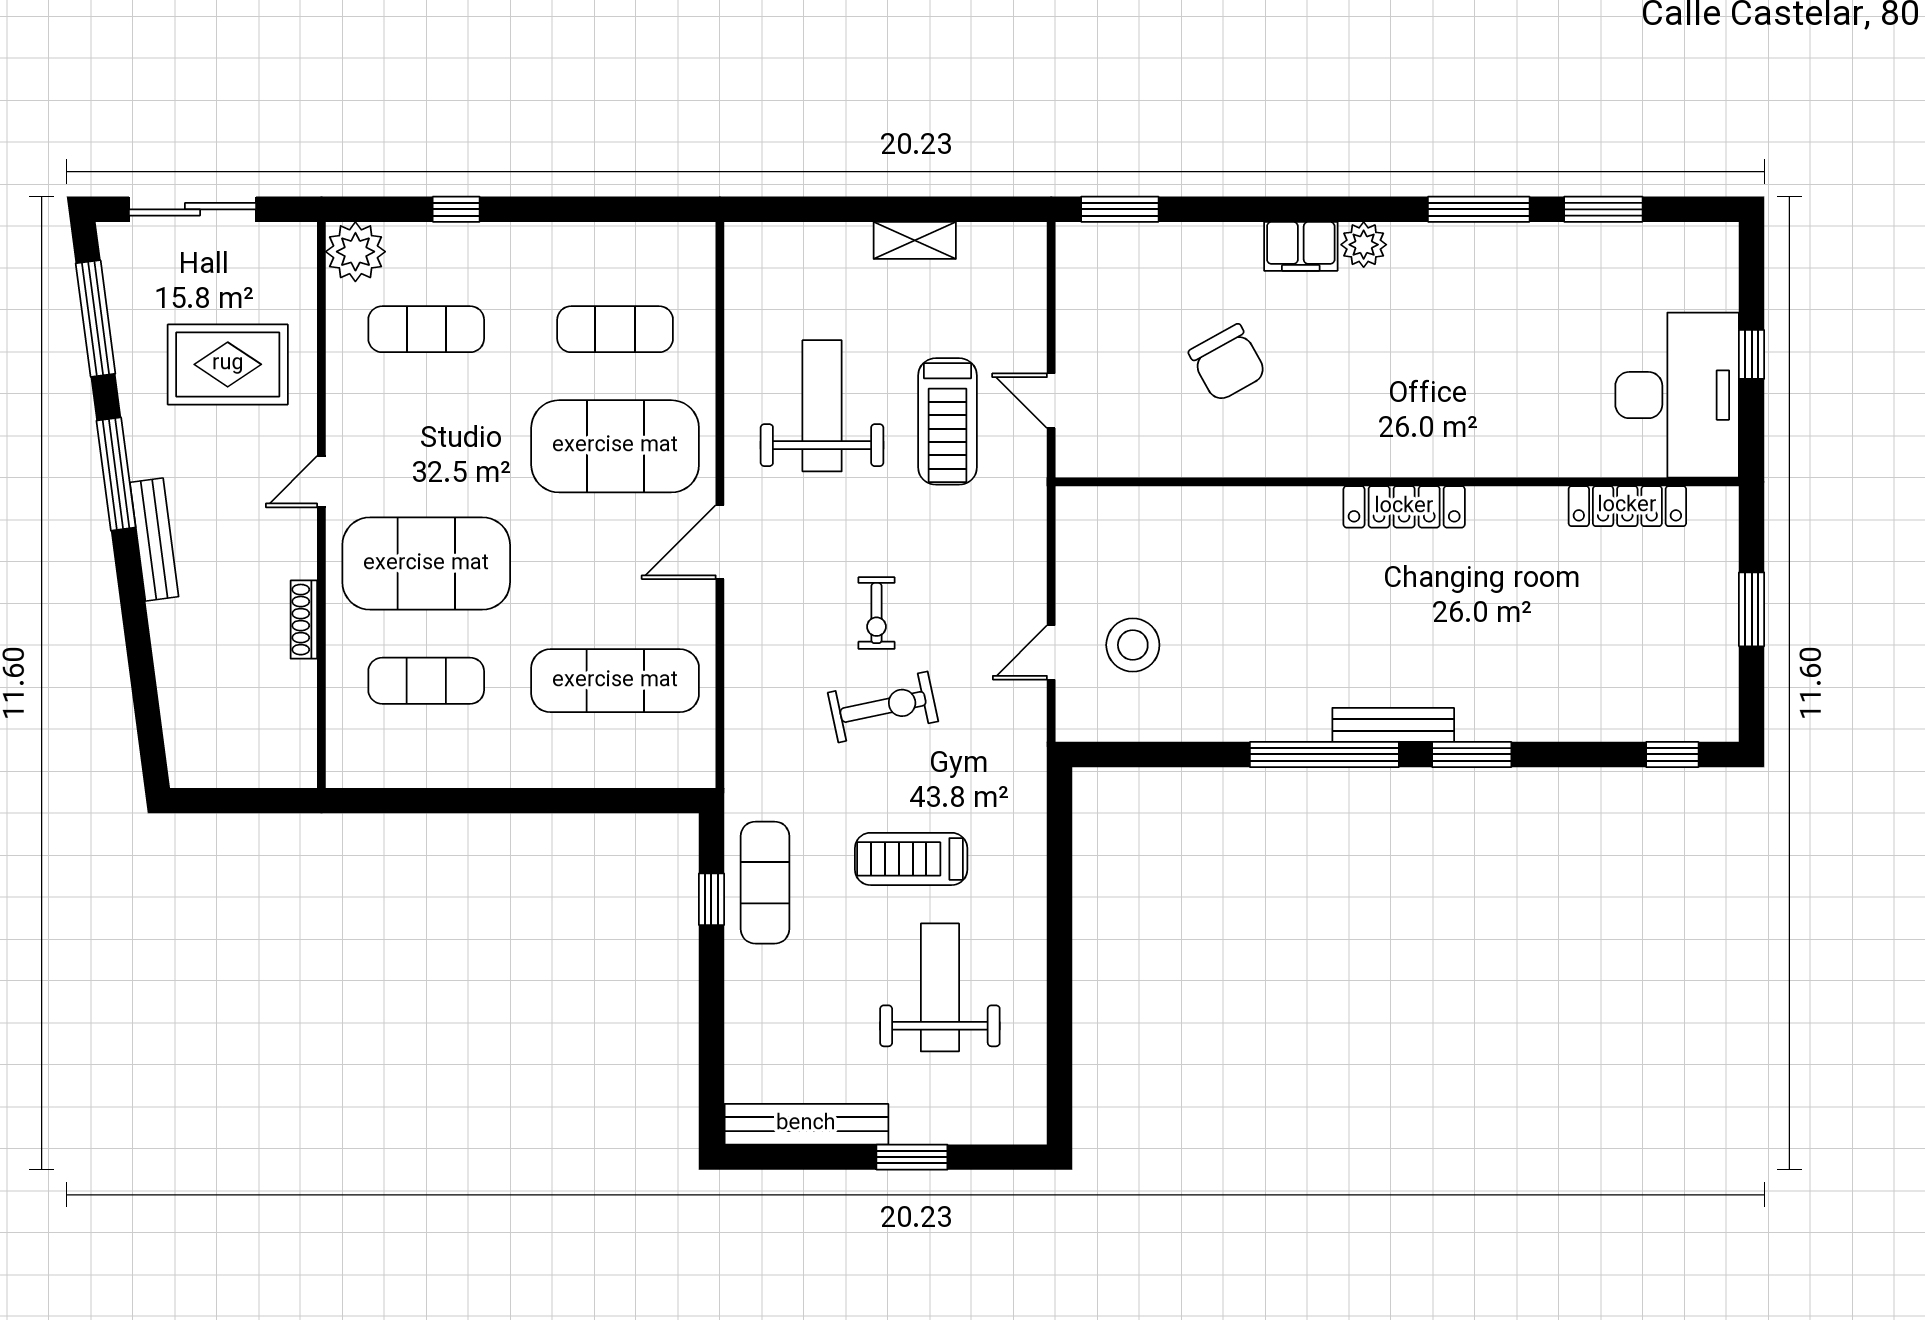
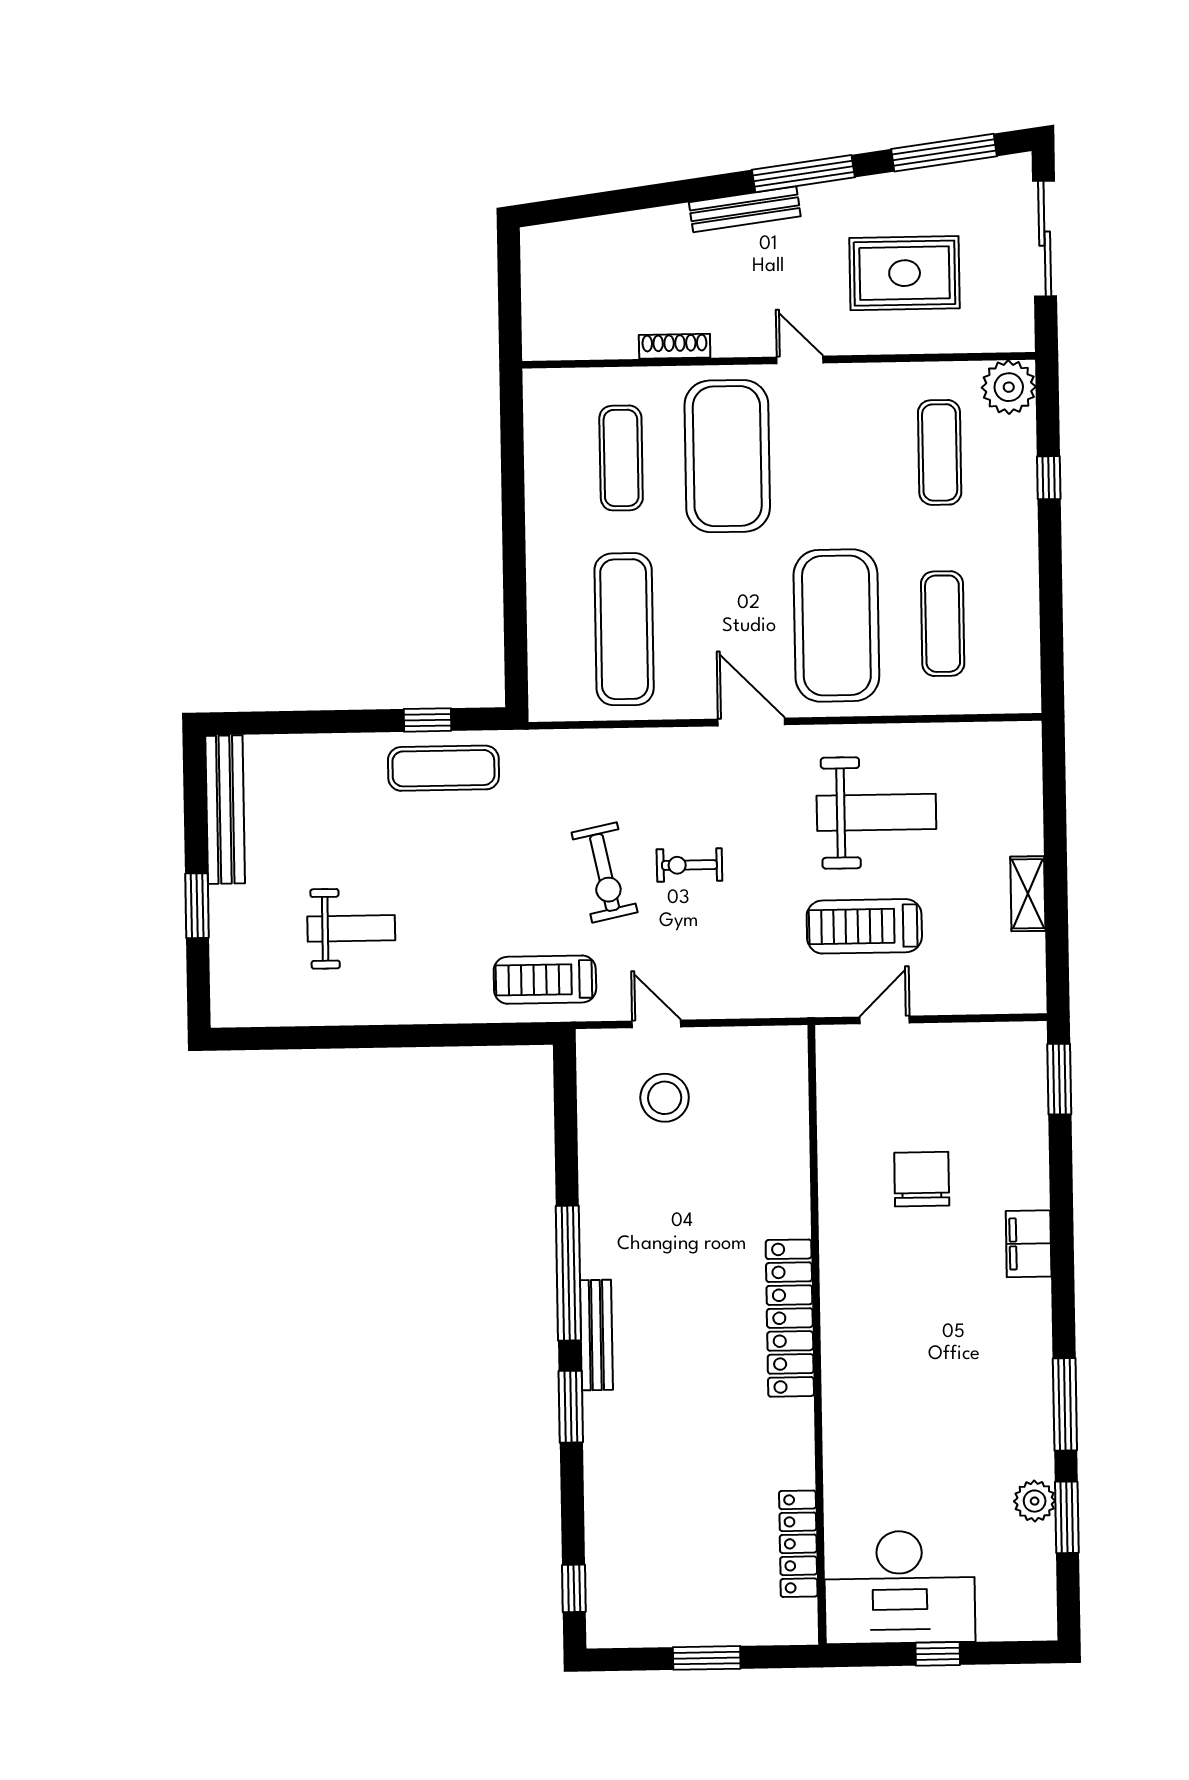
plant: (1364, 245) -> (1035, 1501), moved
chair: (1228, 363) -> (922, 1179), turned 119
rug: (228, 364) -> (905, 273), turned 90
locker: (1404, 507) -> (790, 1318), width x1.41, depth x1.21
treadmill: (911, 859) -> (545, 980), moved, turned -90
weight bench: (940, 987) -> (351, 928), width x0.73, depth x0.75

